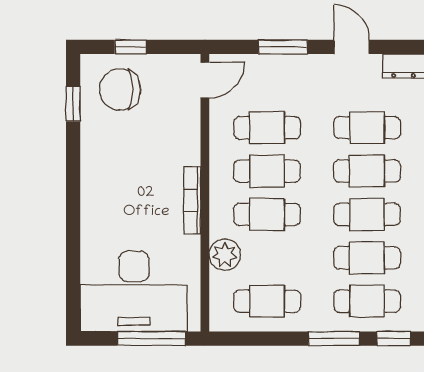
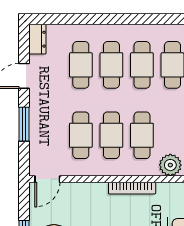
door: (205, 80) -> (47, 179), swing flipped

